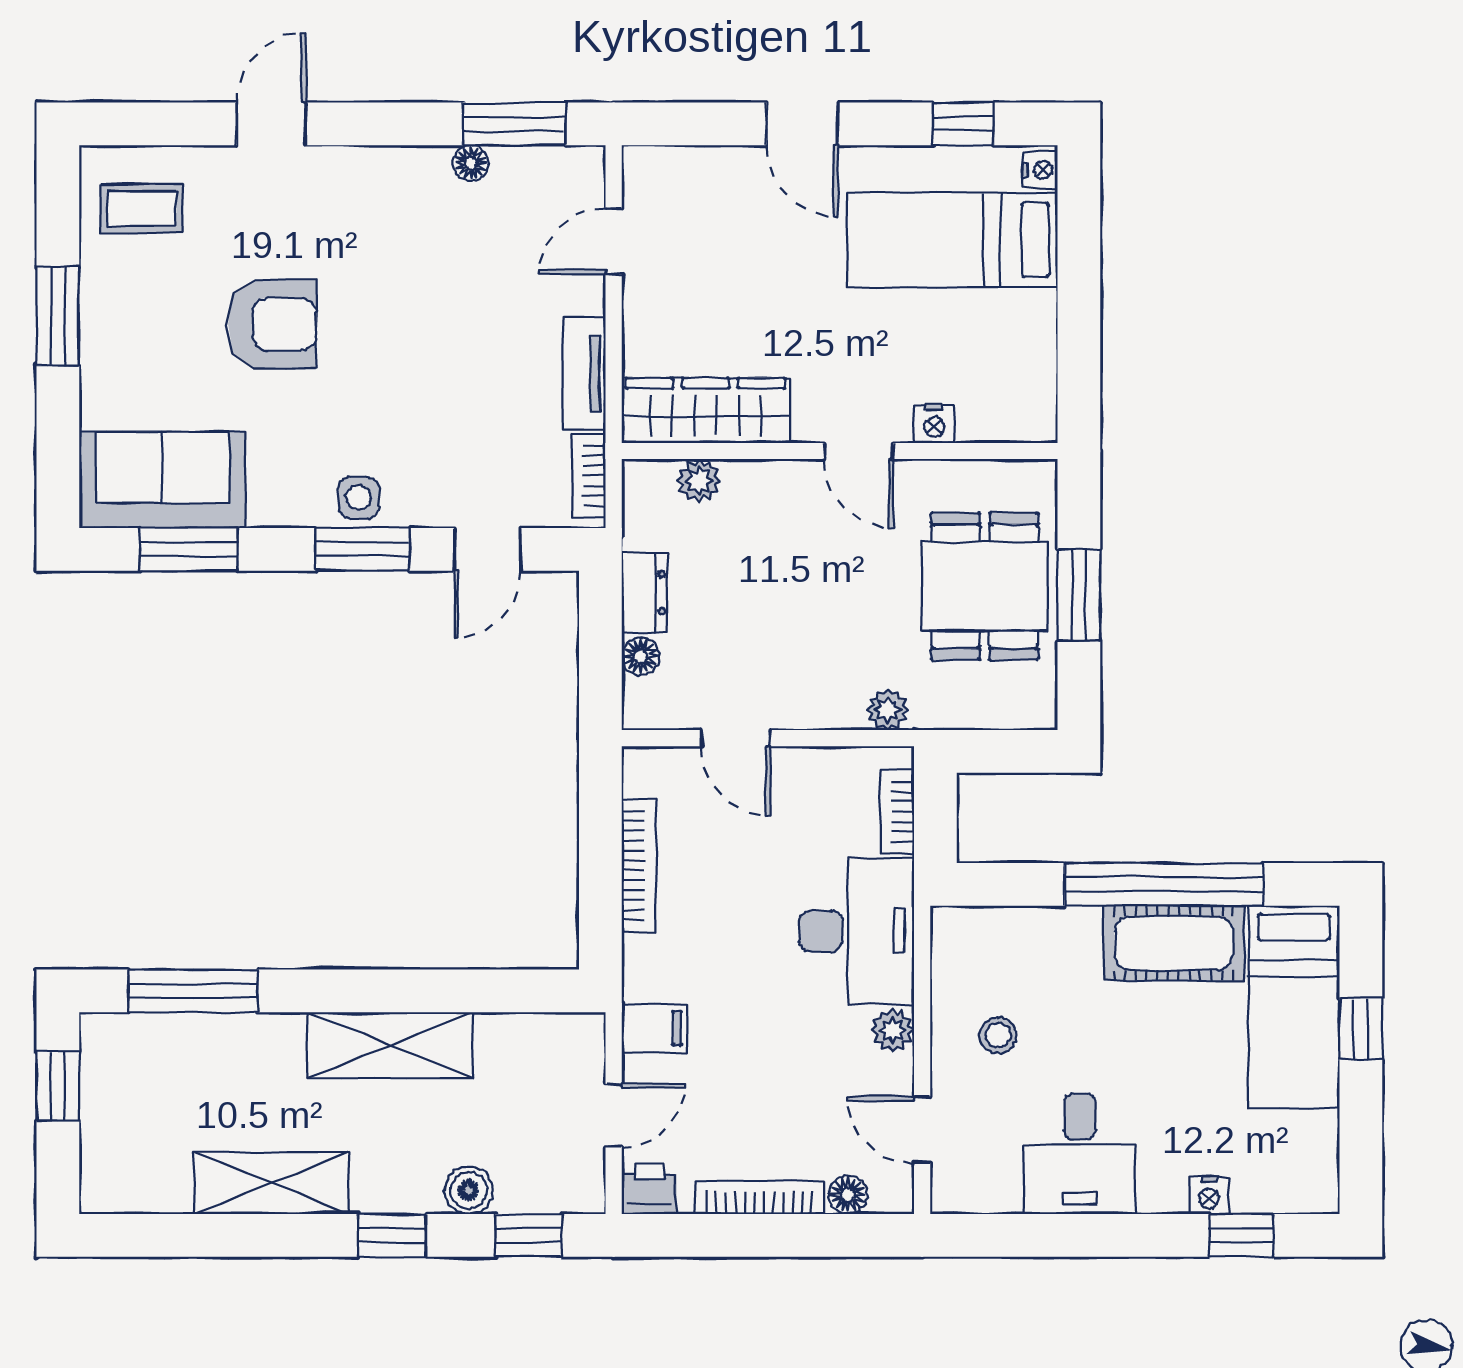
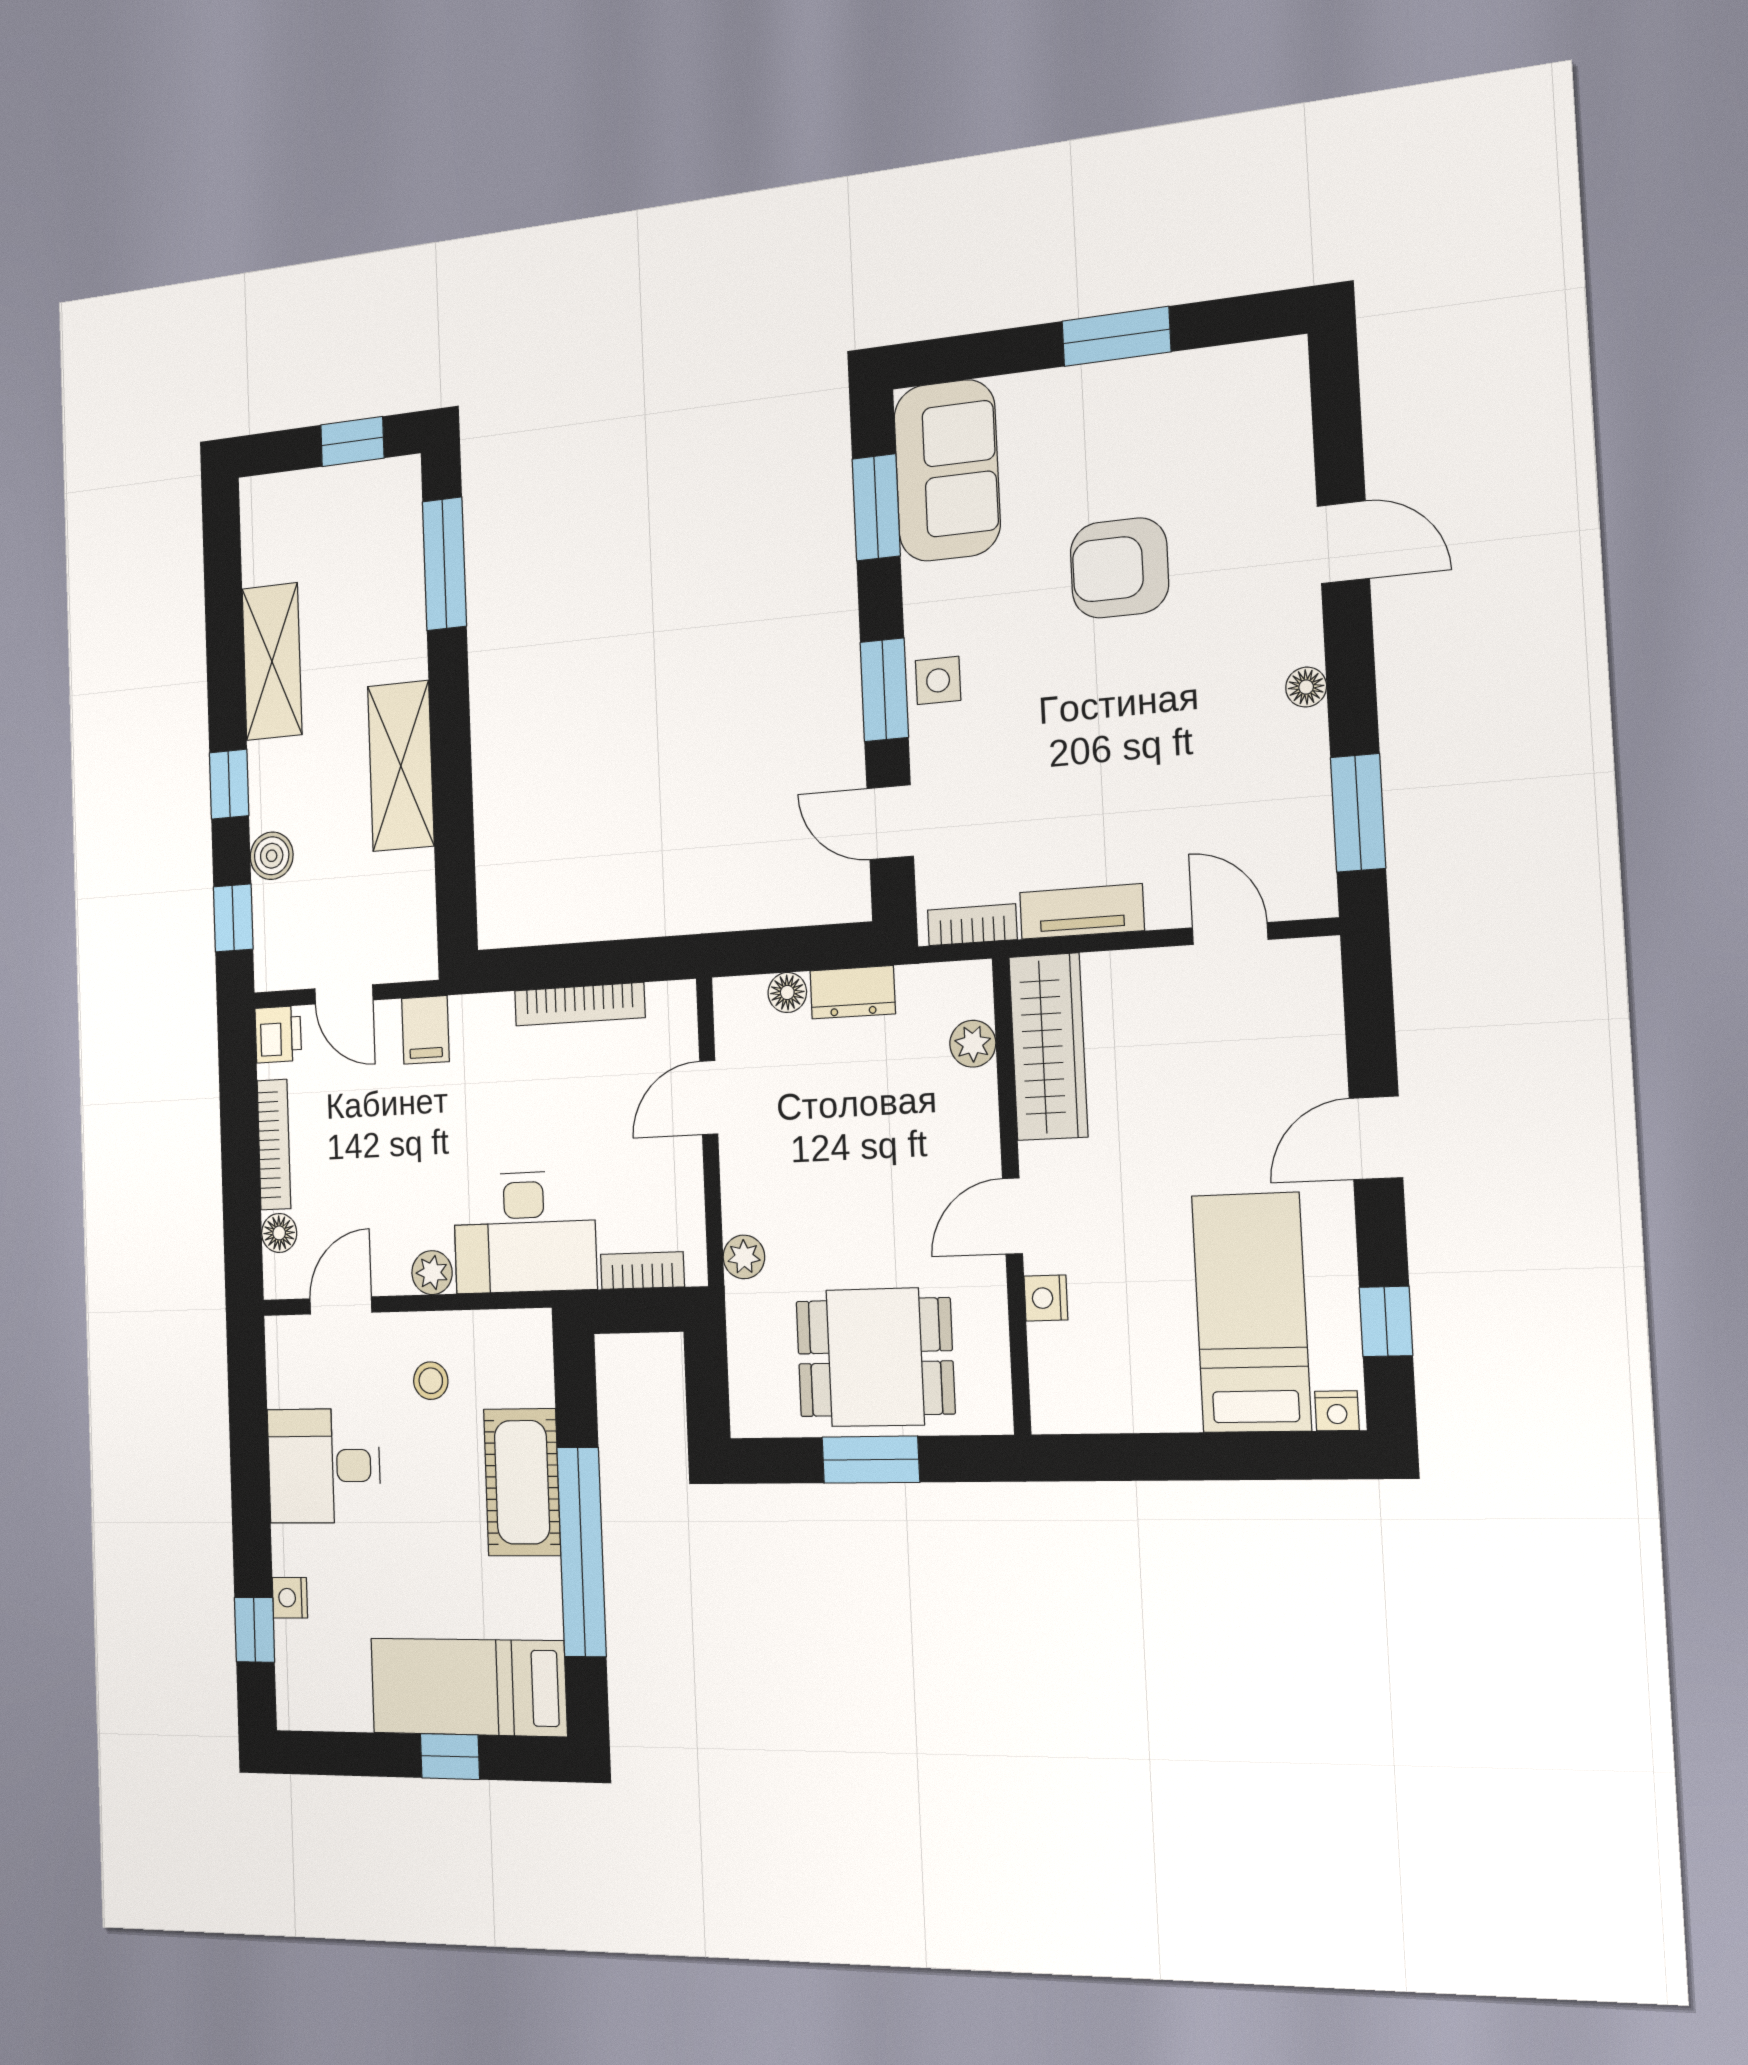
floor lamp: (471, 163) -> (1306, 687), moved
coffee table: (142, 209) -> (1240, 411), removed
armchair: (272, 324) -> (1119, 568), turned 90
cot: (1174, 943) -> (522, 1482), moved

